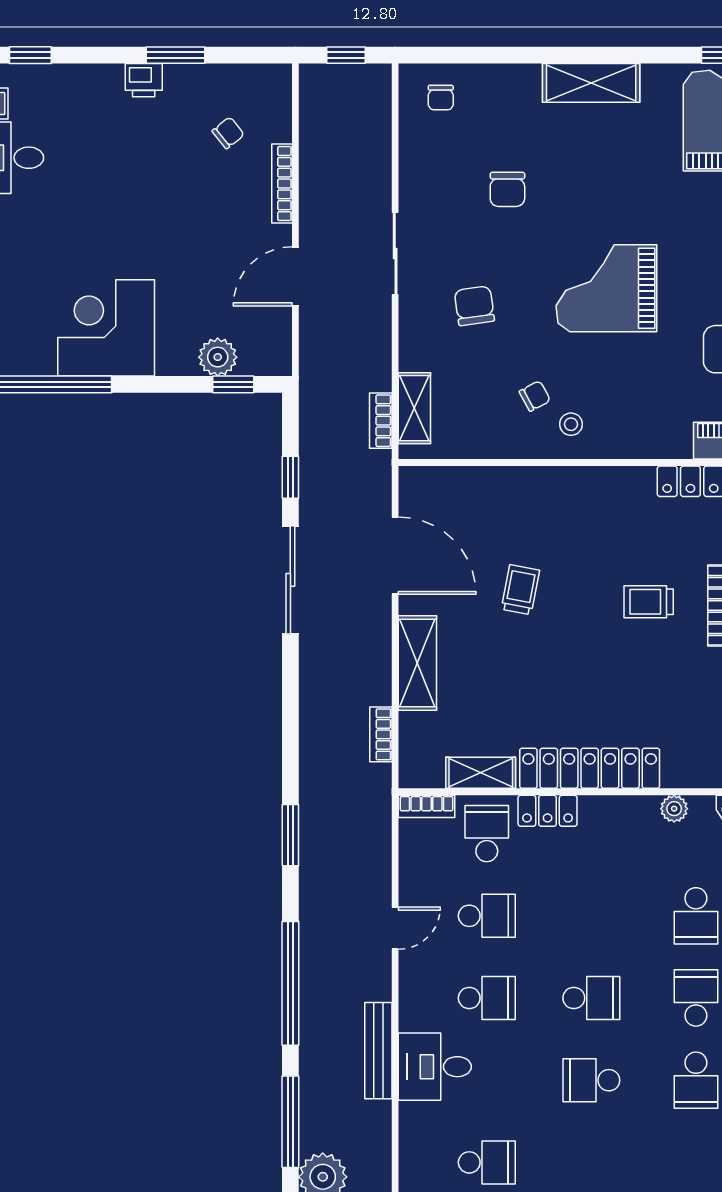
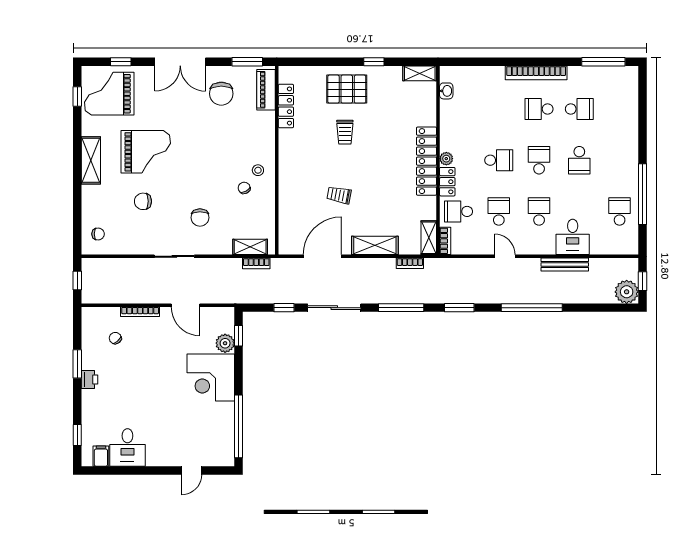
chair: (507, 189) -> (143, 201), turned 180
grand piano: (606, 288) -> (146, 152), moved, turned -90
chair: (474, 306) -> (200, 218), turned -82
corner desk: (106, 328) -> (211, 377), moved
shelving: (481, 773) -> (429, 238), moved
plant: (674, 809) -> (446, 159), moved
school desk: (696, 916) -> (499, 160), moved
window: (290, 1122) -> (401, 308), moved

